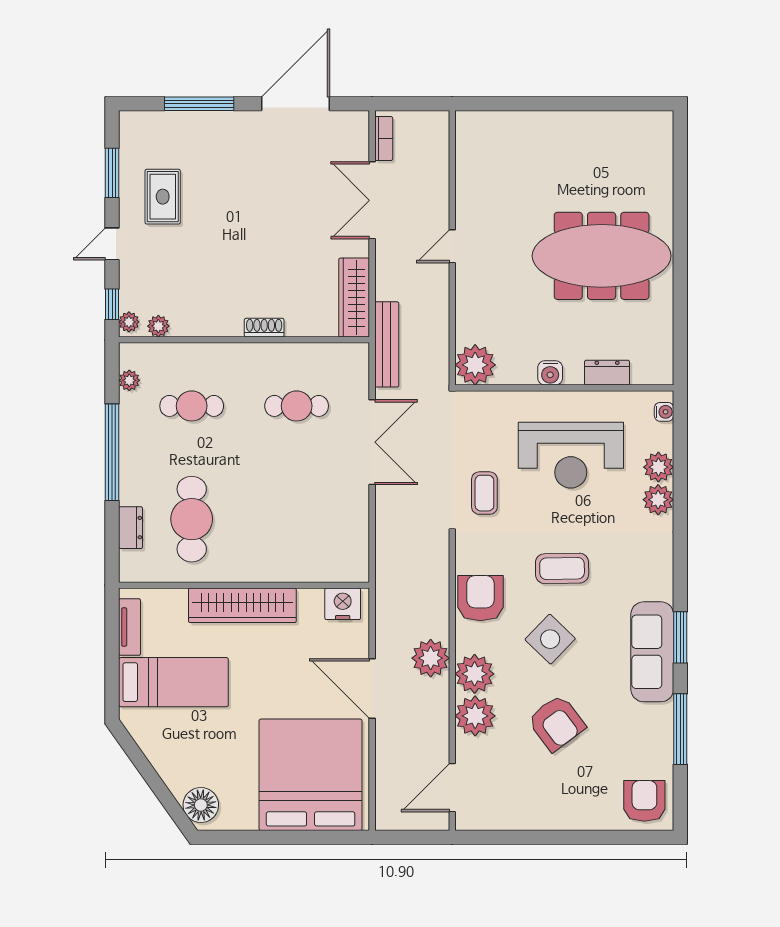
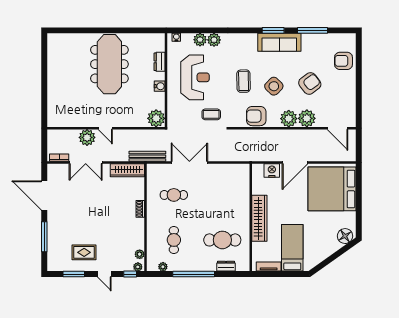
cafe table: (297, 406) -> (174, 195), turned 90
nightstand: (343, 604) -> (272, 170), moved, turned 90
plant: (431, 658) -> (87, 137), moved
armchair: (644, 801) -> (344, 61), moved

